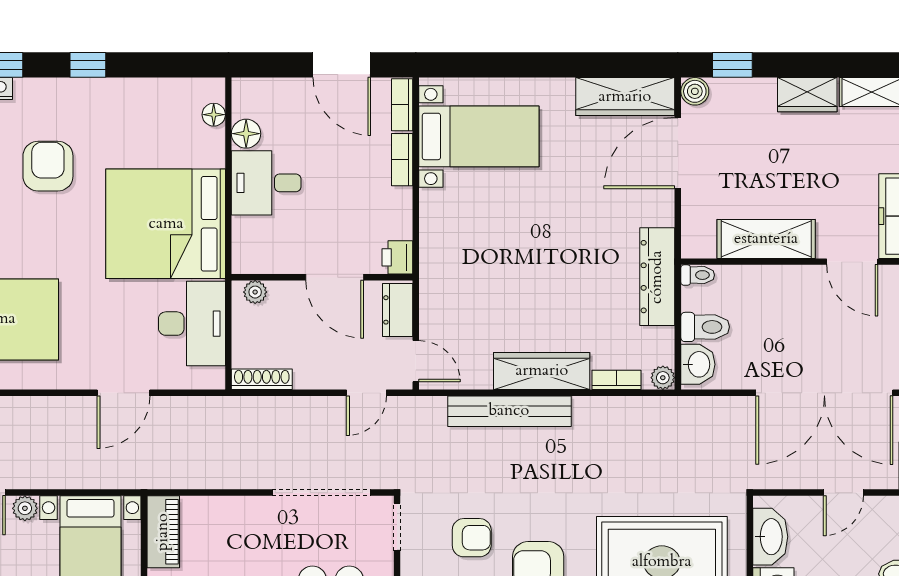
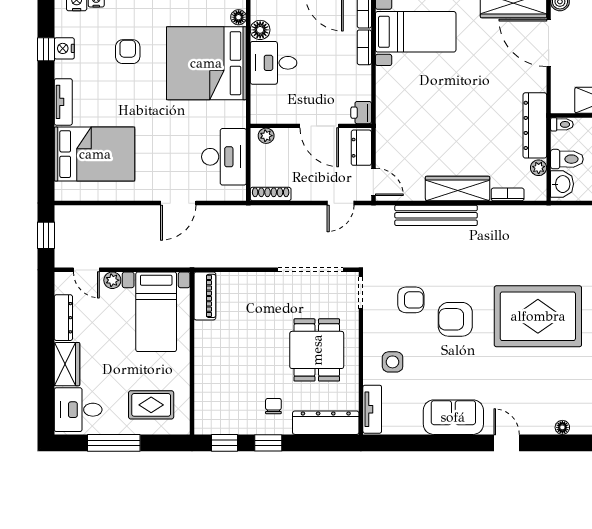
door: (678, 153) -> (549, 43), hinge flipped
armchair: (48, 166) -> (128, 52), width x0.72, depth x0.72
bed: (166, 224) -> (206, 63), moved
plant: (663, 378) -> (539, 168), moved

